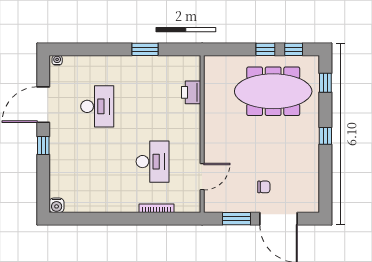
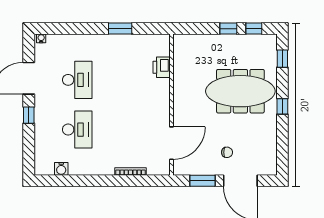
meeting table: (273, 91) -> (240, 91), moved
desk: (153, 162) -> (77, 130), moved
door: (202, 177) -> (172, 143), width x1.36
water cooler: (57, 205) -> (61, 169), moved

